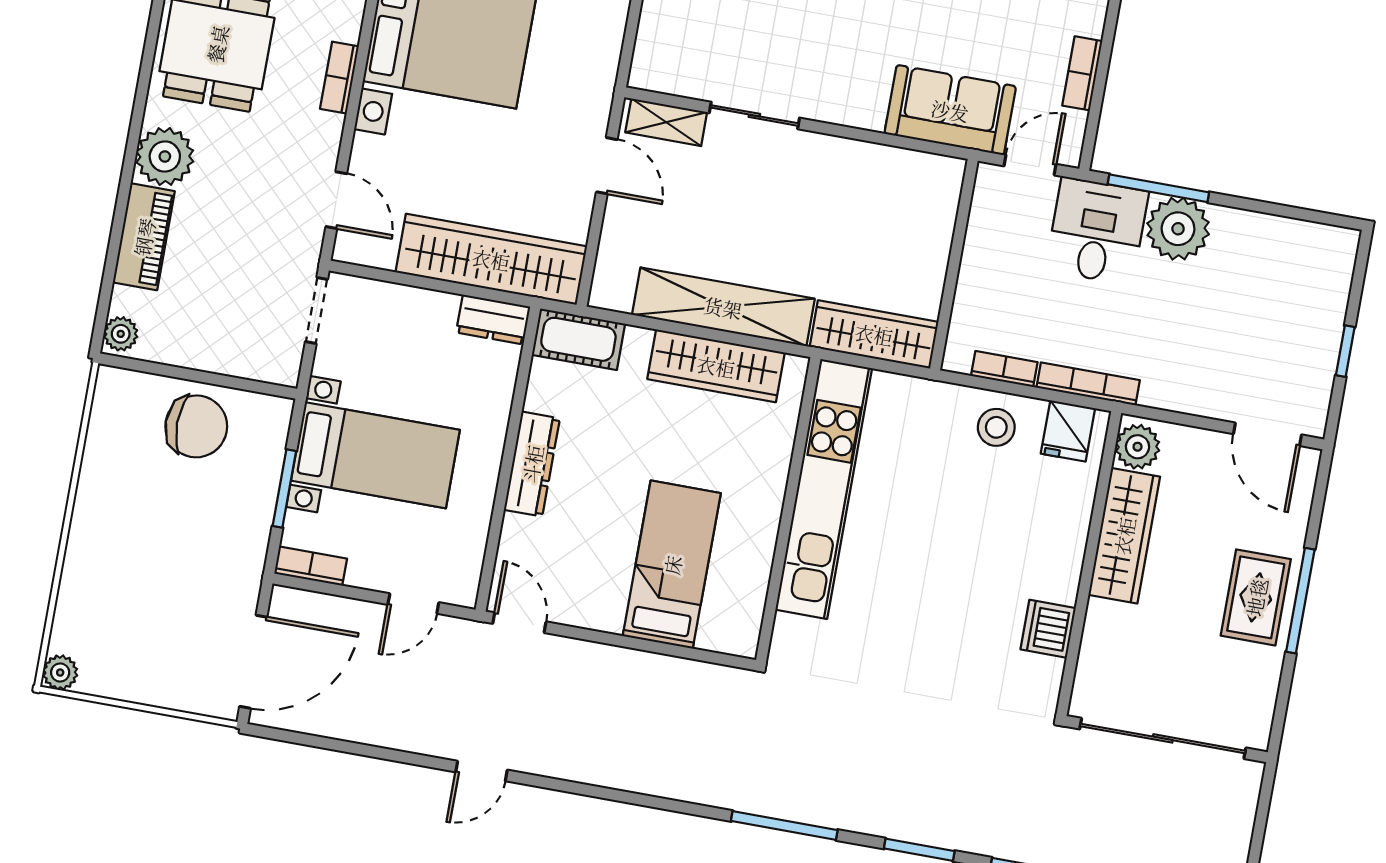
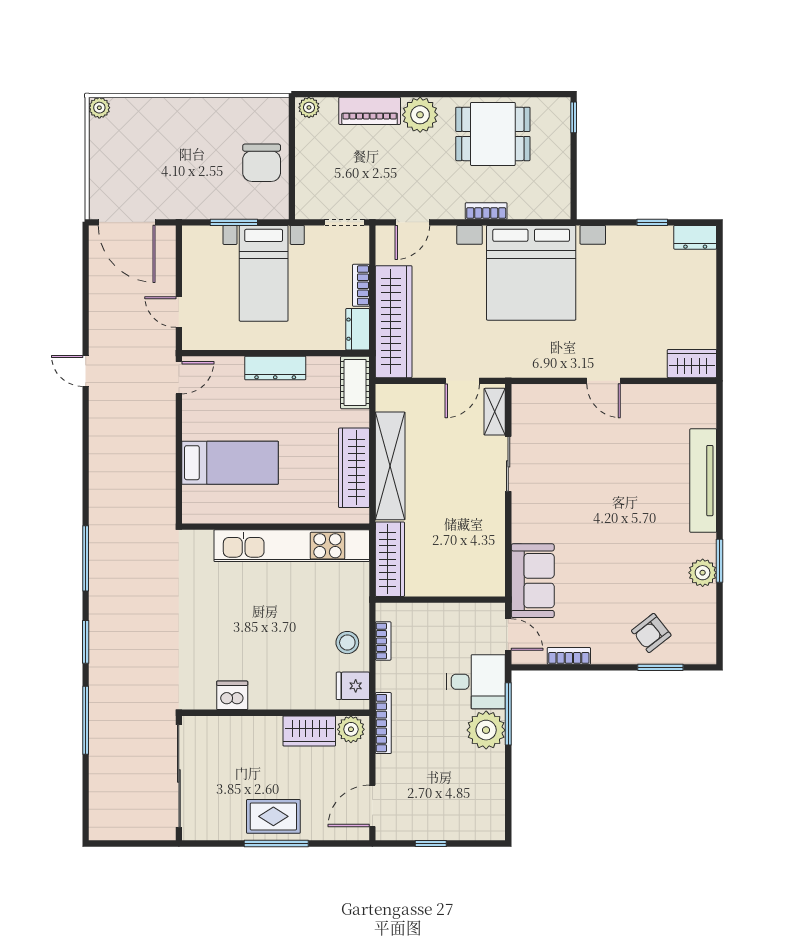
bookcase: (1088, 384) -> (383, 723), moved
wardrobe: (1124, 536) -> (309, 731), width x0.67
bookcase: (311, 566) -> (361, 285), moved, turned 180

